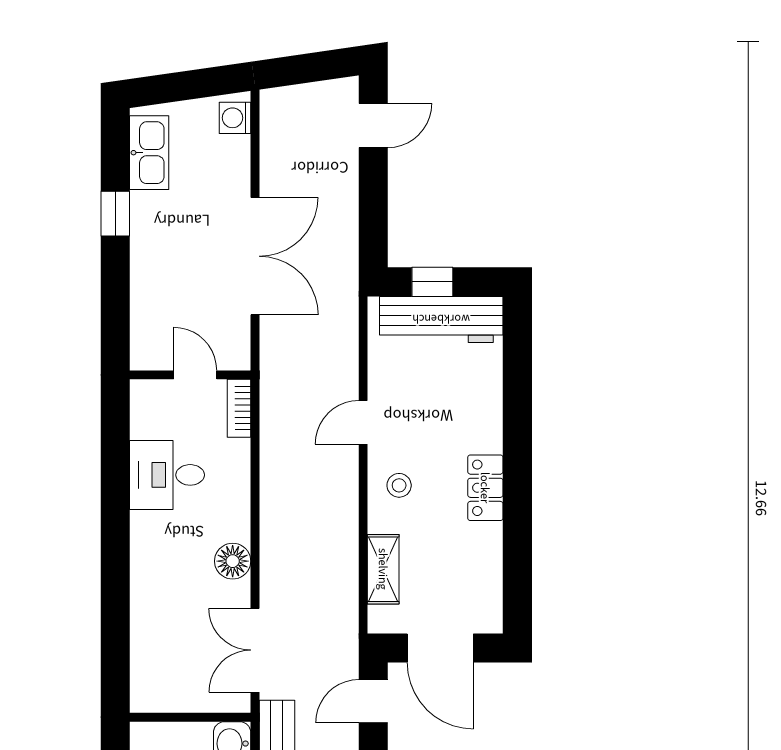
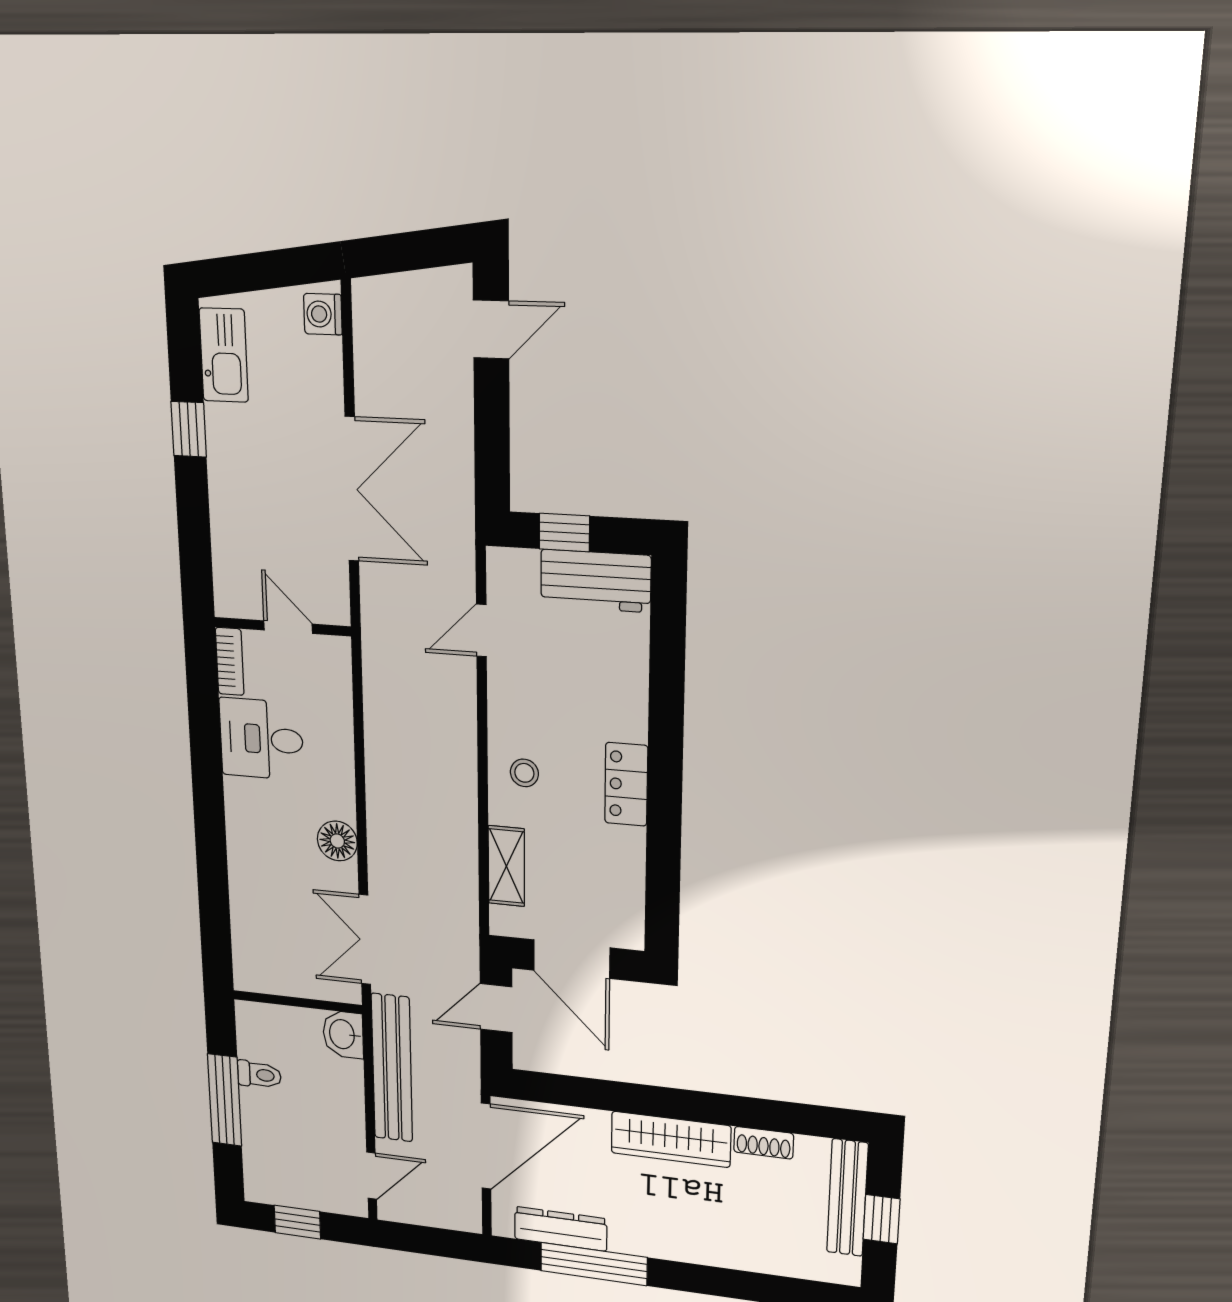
workbench: (441, 319) -> (596, 581), width x0.73
bookcase: (239, 408) -> (230, 661), moved, turned 180
door: (363, 422) -> (481, 630), moved

